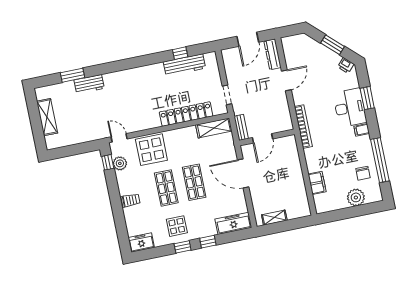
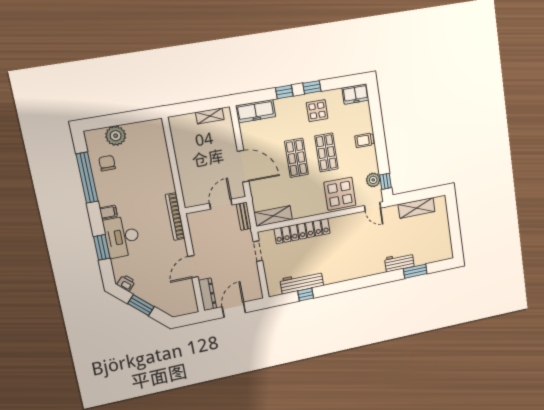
shelving: (47, 117) -> (417, 208), moved, turned 90
filing cabinet: (317, 183) -> (160, 154), removed

